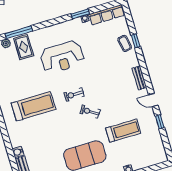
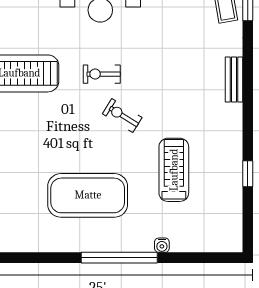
door: (153, 100) -> (248, 129), removed
treadmill: (123, 131) -> (174, 170), turned -90

